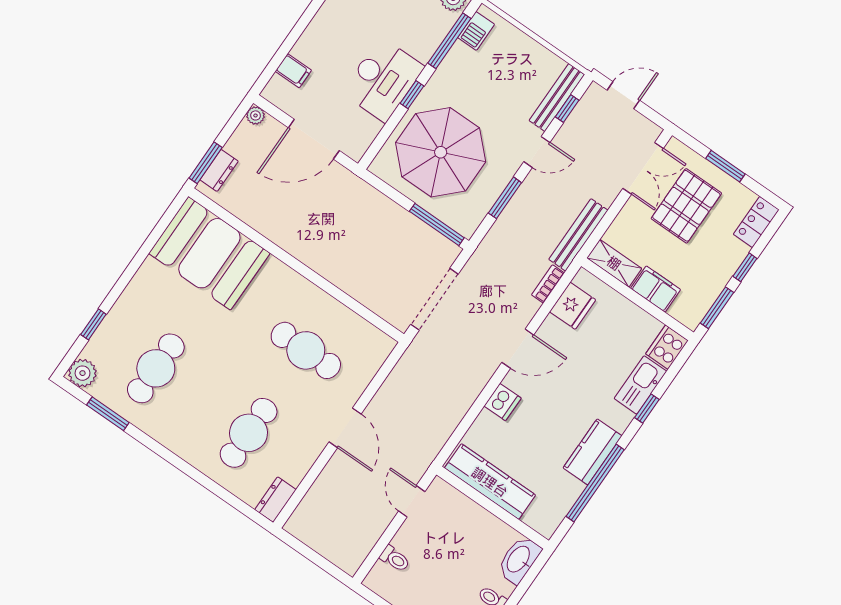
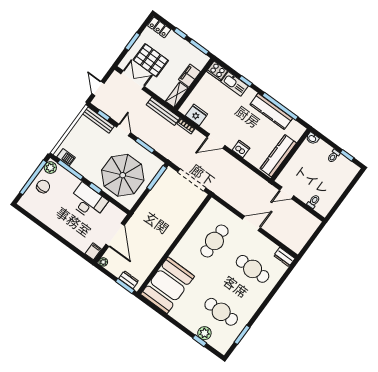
filing cabinet: (293, 71) -> (93, 251), moved
door: (518, 349) -> (216, 141), swing flipped
plant: (83, 373) -> (204, 333), moved
kitchen counter: (592, 452) -> (271, 111), width x1.50
washbasin: (519, 560) -> (312, 138), width x0.52, depth x0.69

